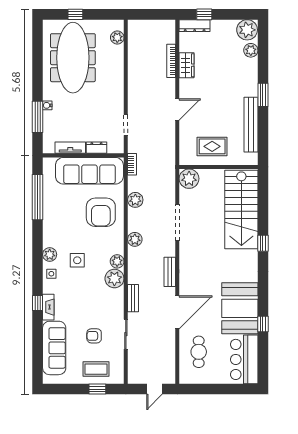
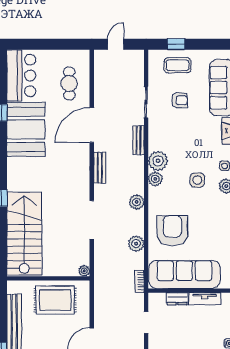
rug: (212, 146) -> (55, 300), width x1.36, depth x1.43
plant: (189, 179) -> (84, 271), width x0.53, depth x0.53

